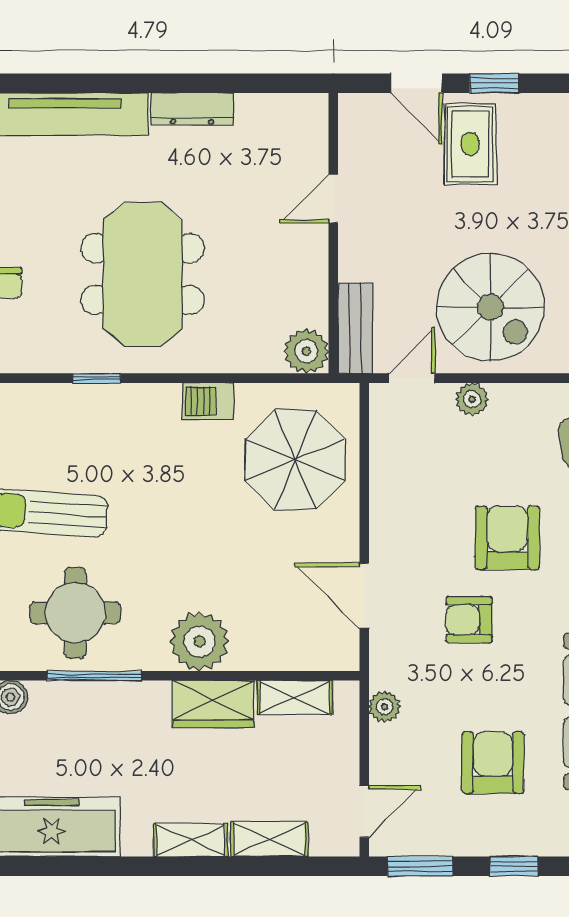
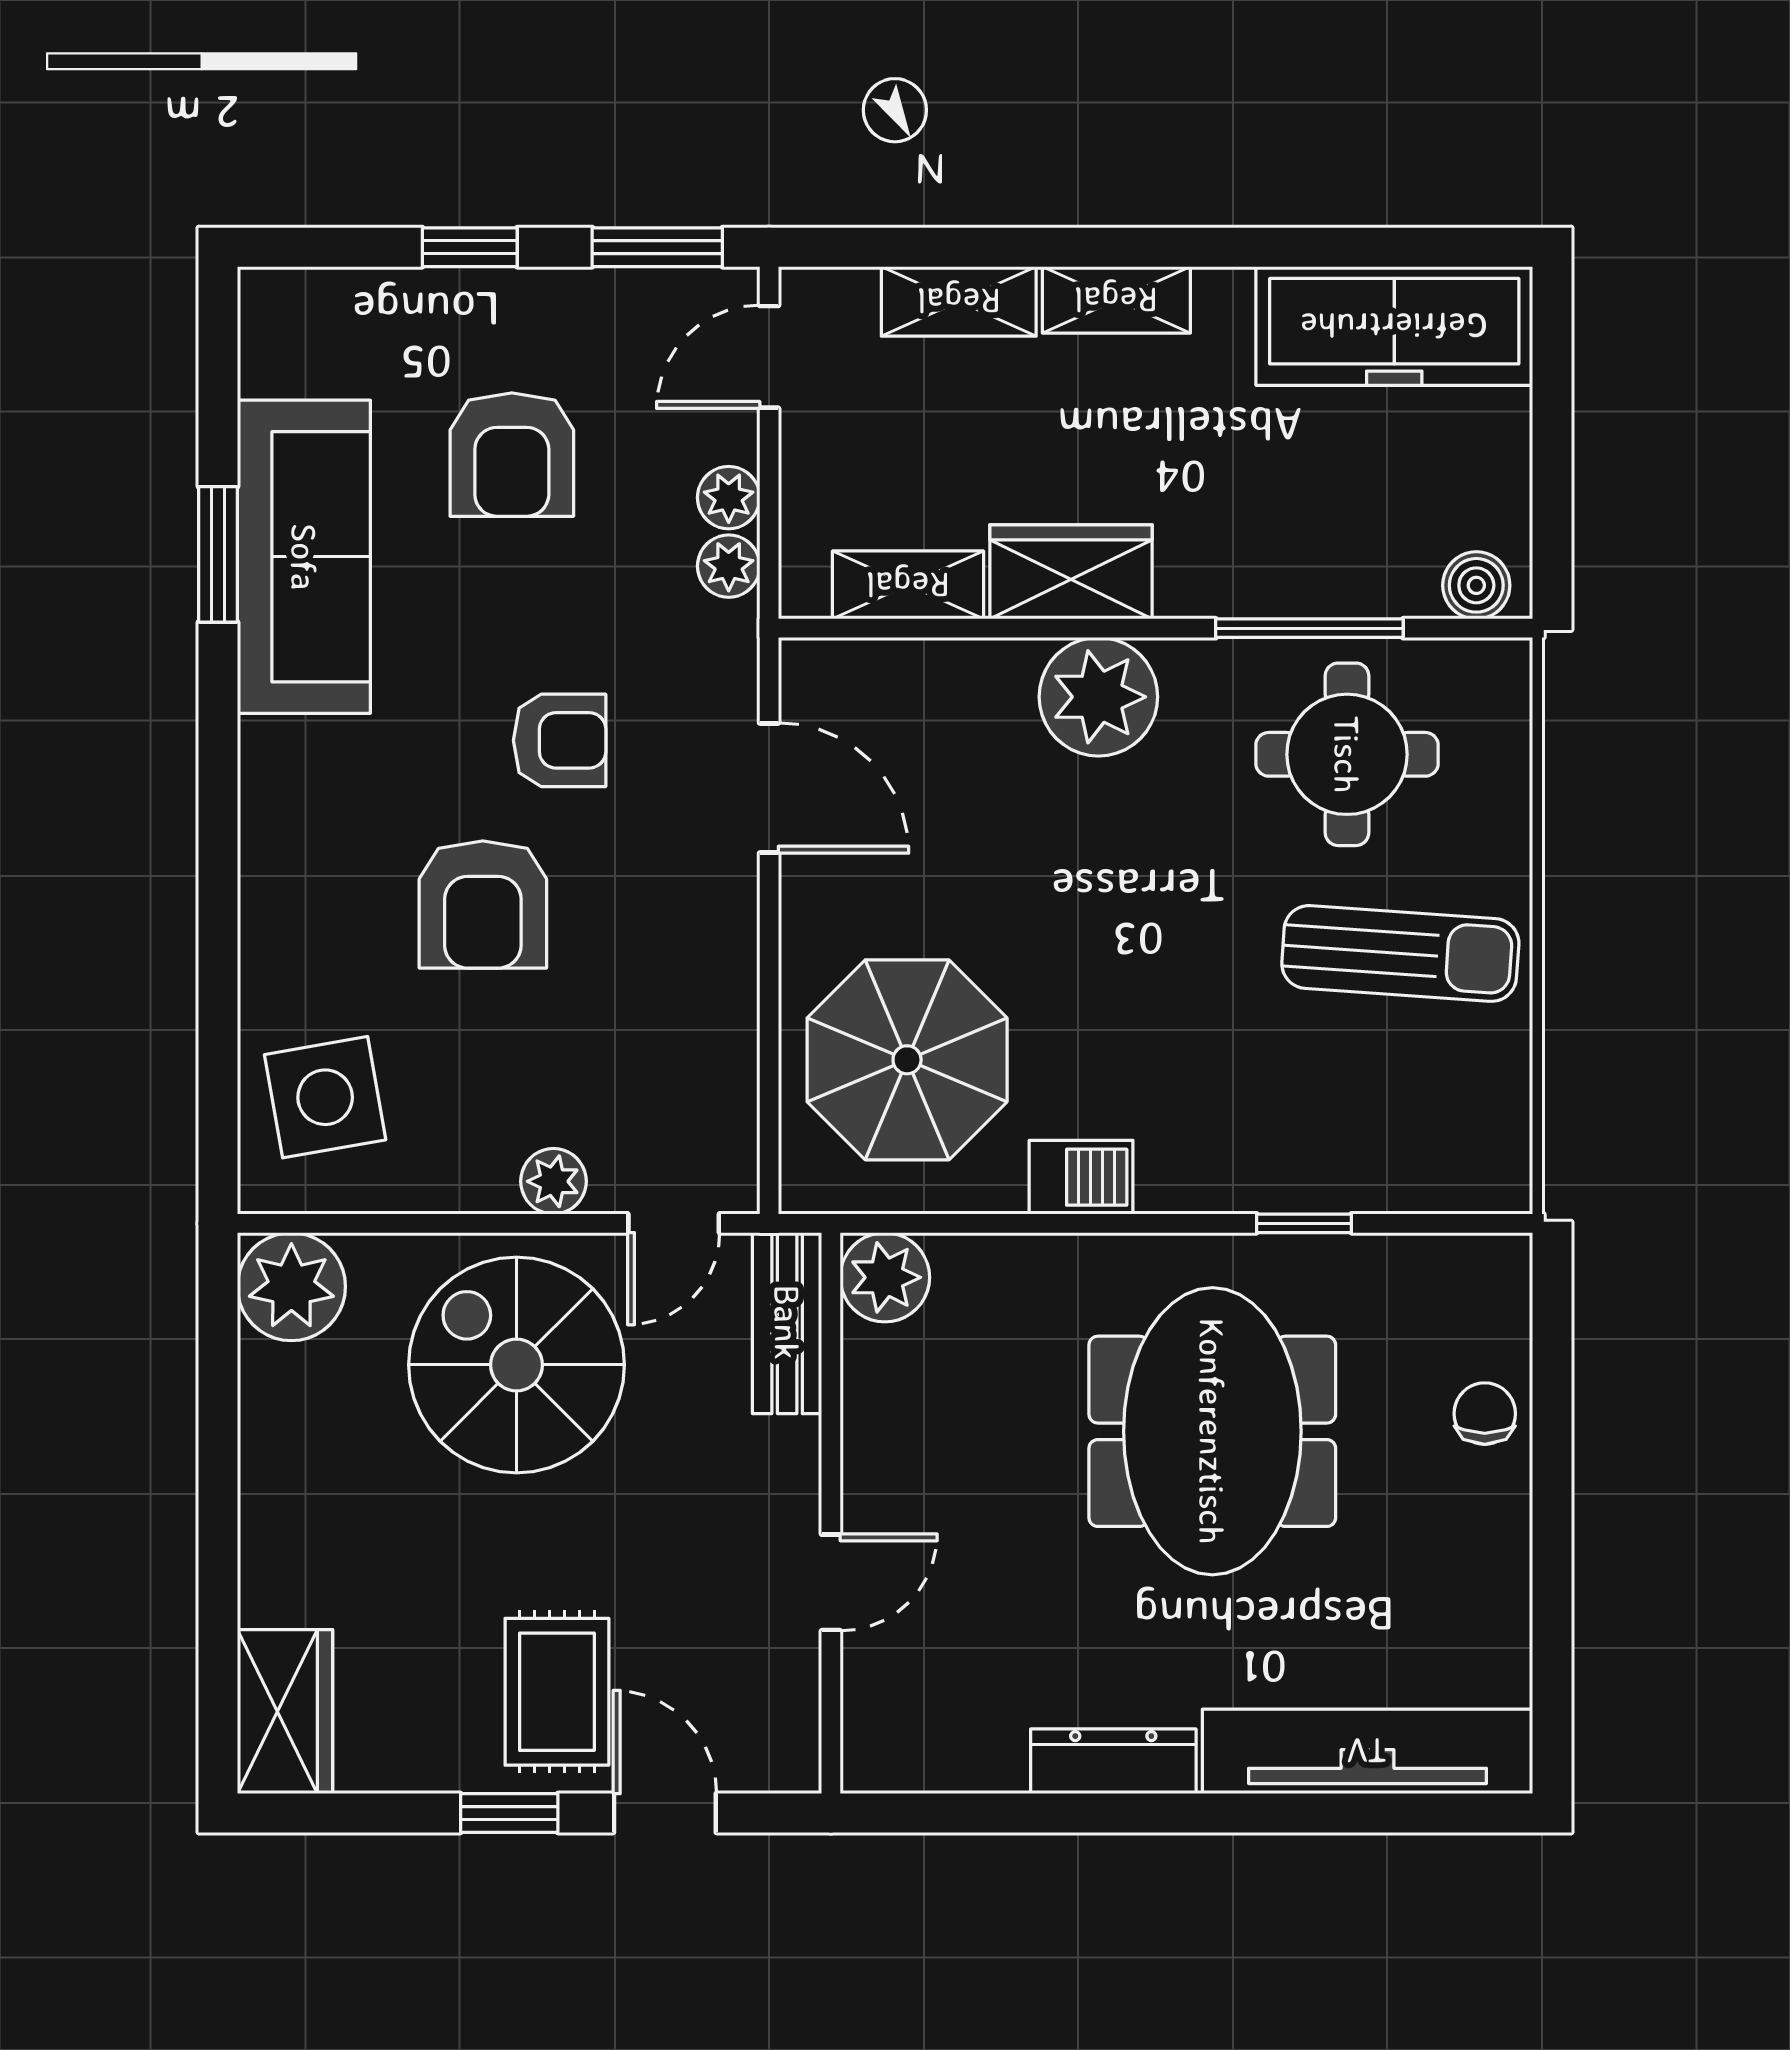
plant: (384, 741) -> (729, 498), added

